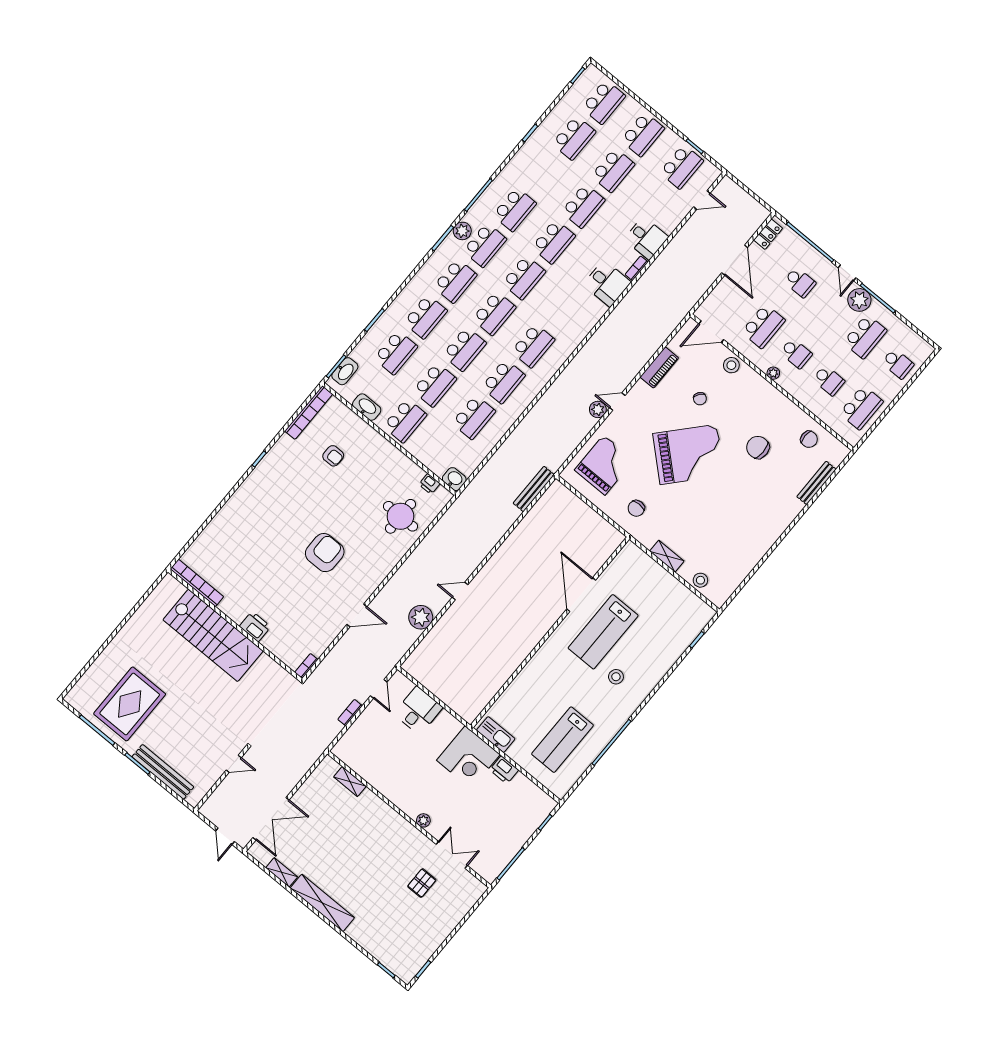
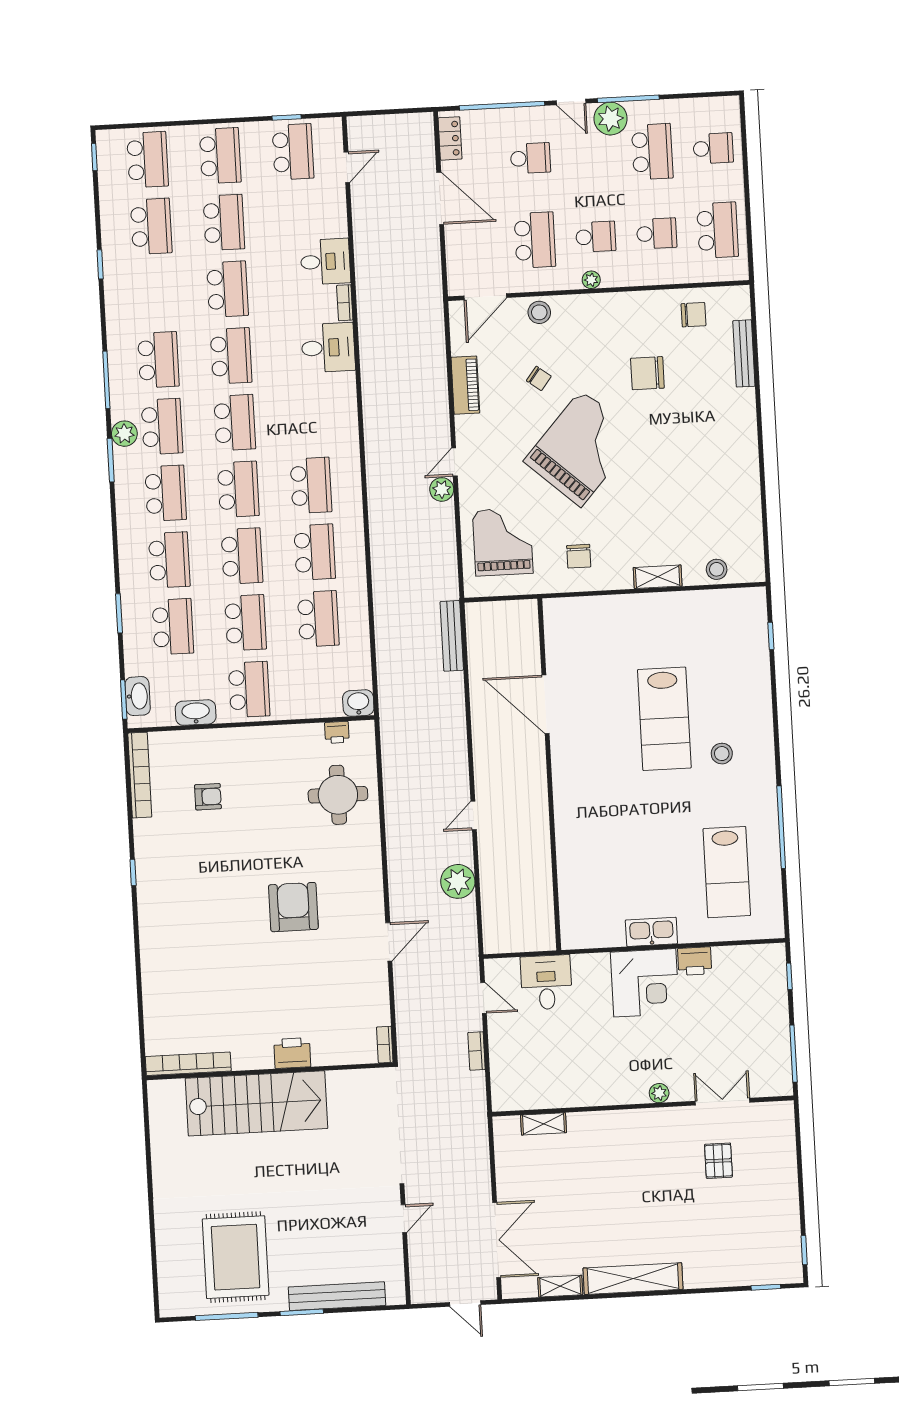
door: (581, 595) -> (545, 704), moved
wall: (550, 632) -> (549, 774), moved

